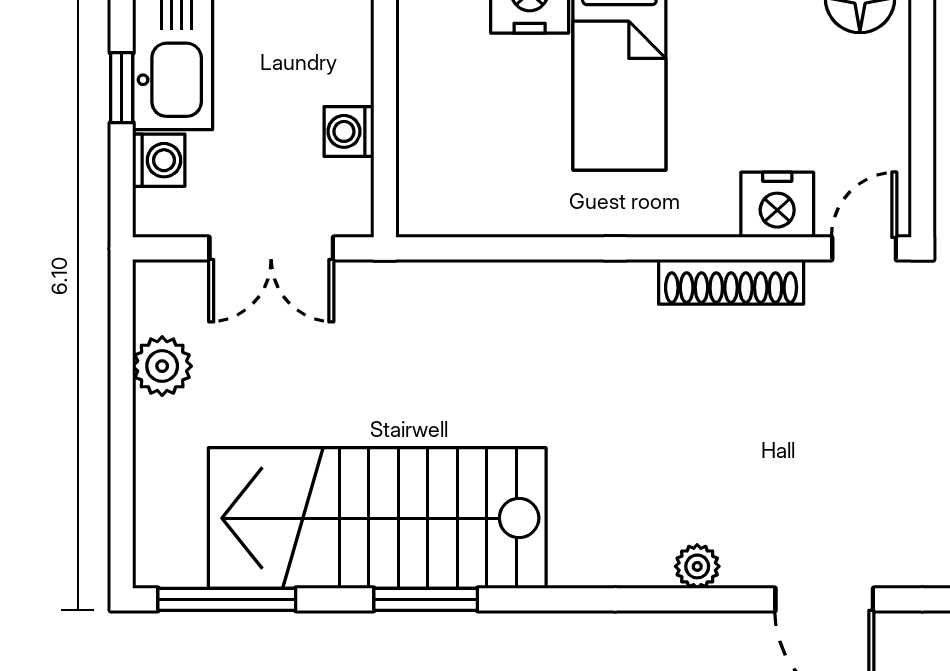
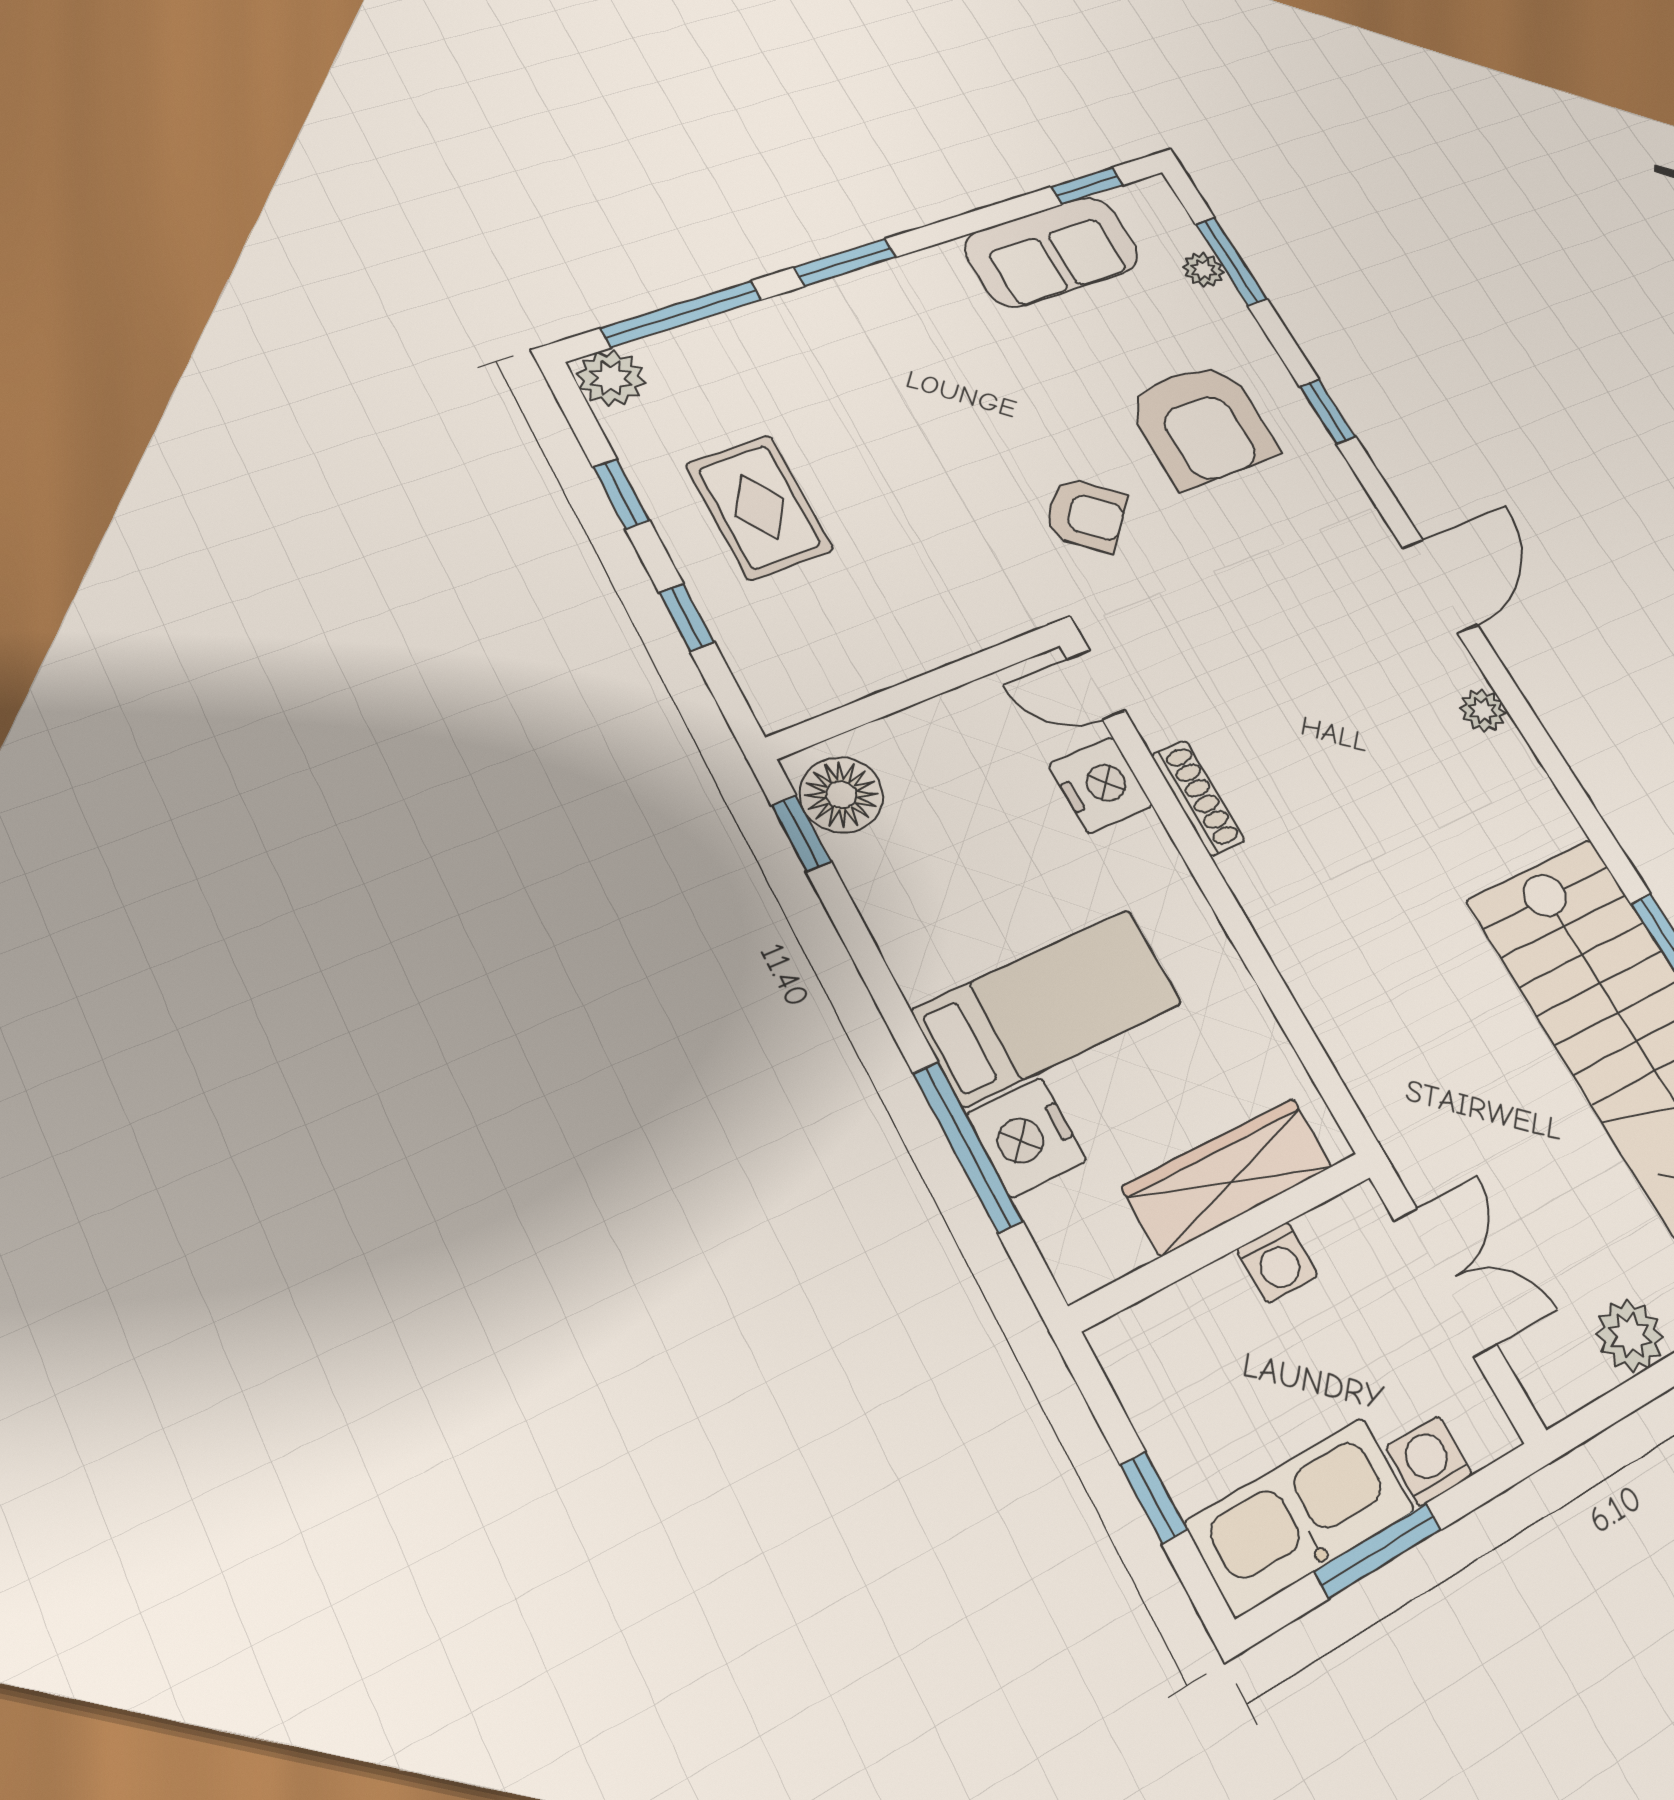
window: (122, 88) -> (1378, 1551), width x1.50
wardrobe: (428, 130) -> (1228, 1177), added
shoe rack: (731, 282) -> (1198, 798), width x0.74, depth x0.81

